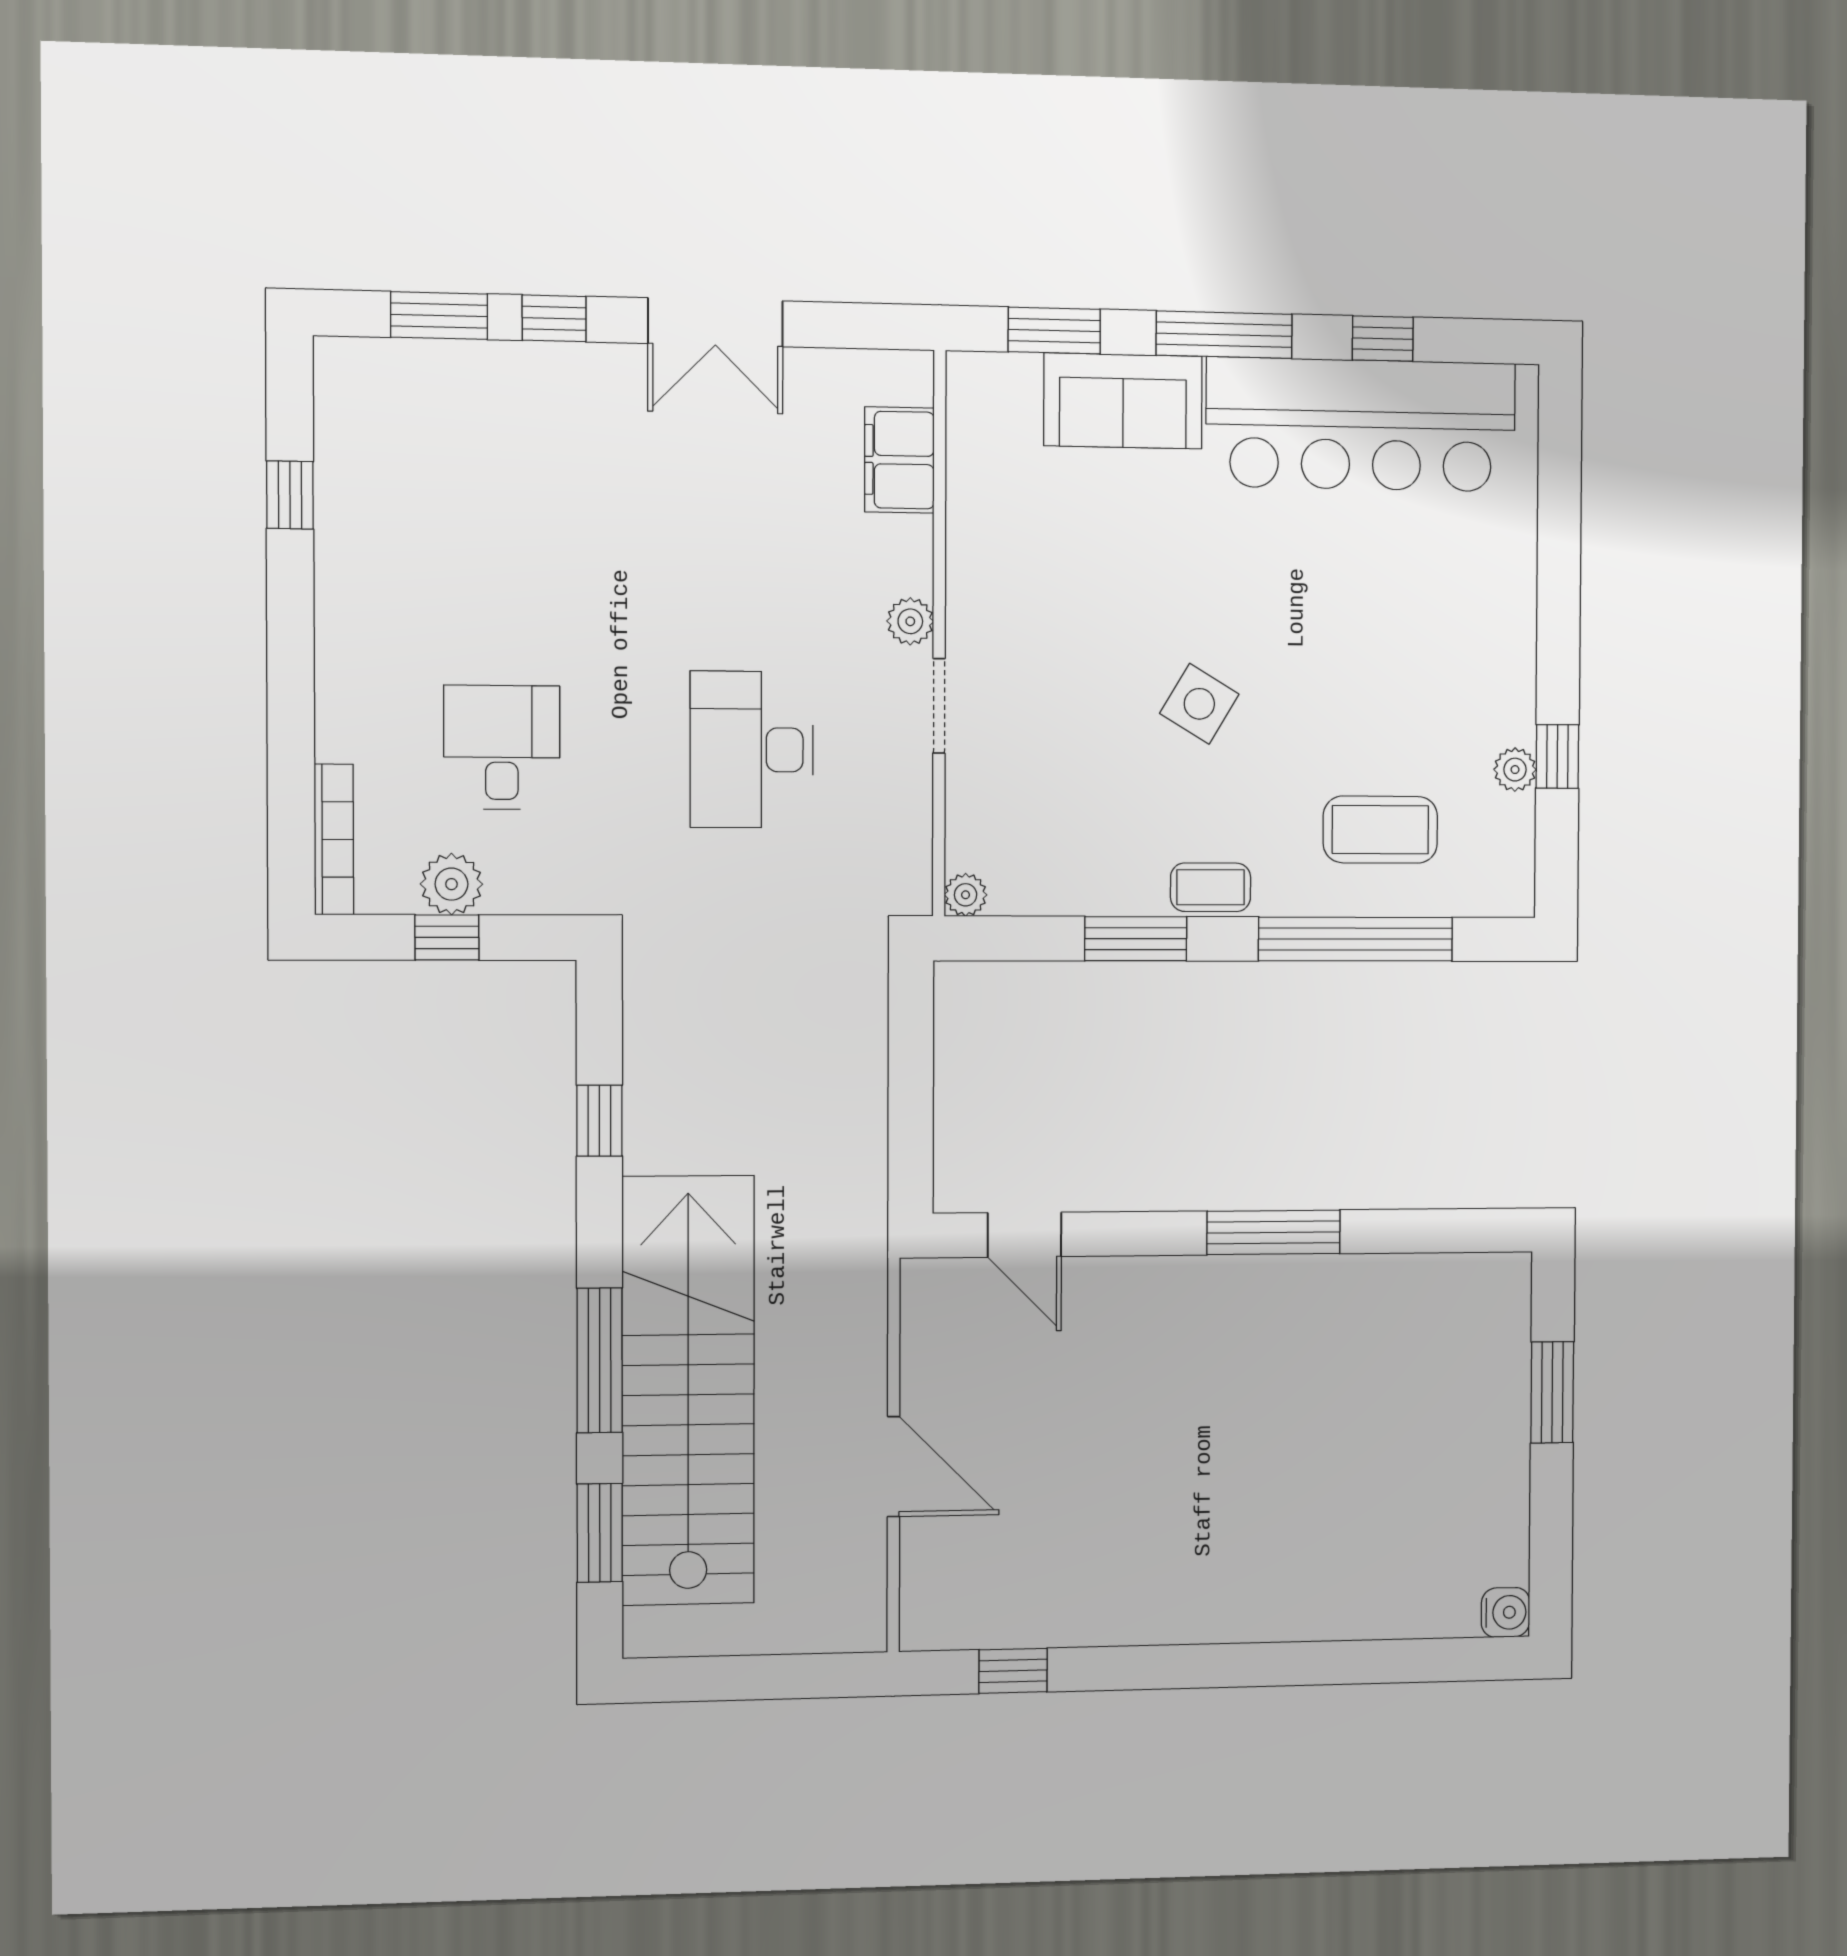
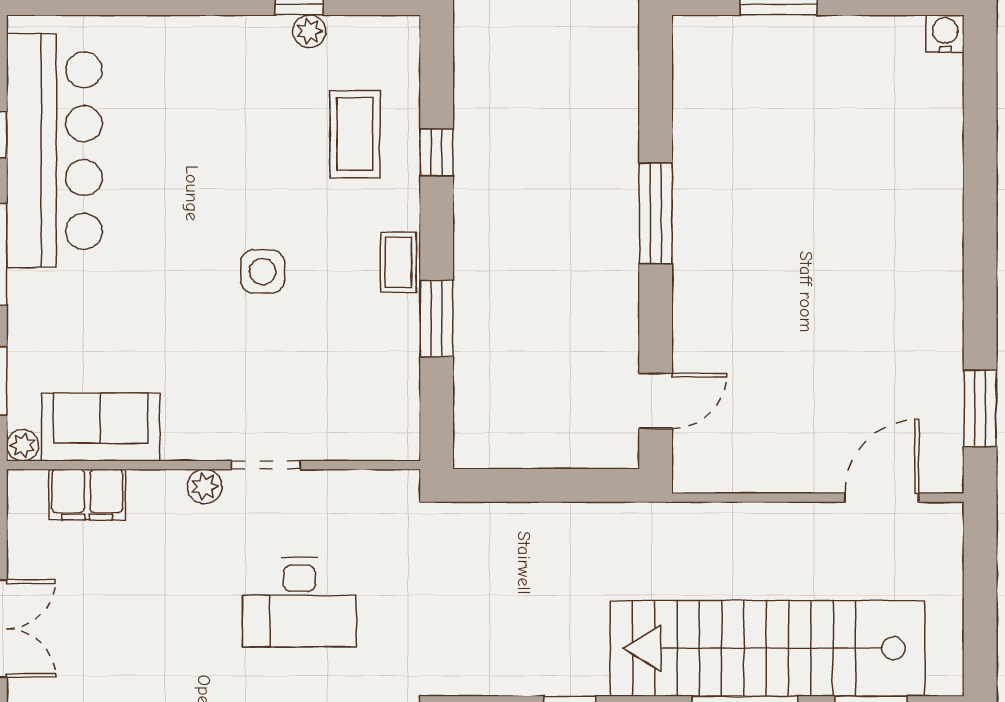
sofa: (1123, 401) -> (101, 427), moved, turned -90
side table: (1199, 704) -> (263, 272), turned -31
plant: (966, 895) -> (23, 445), moved
window: (1356, 939) -> (437, 152), width x0.32
door: (894, 1467) -> (882, 498), moved
window: (1013, 1671) -> (980, 408), width x1.50

